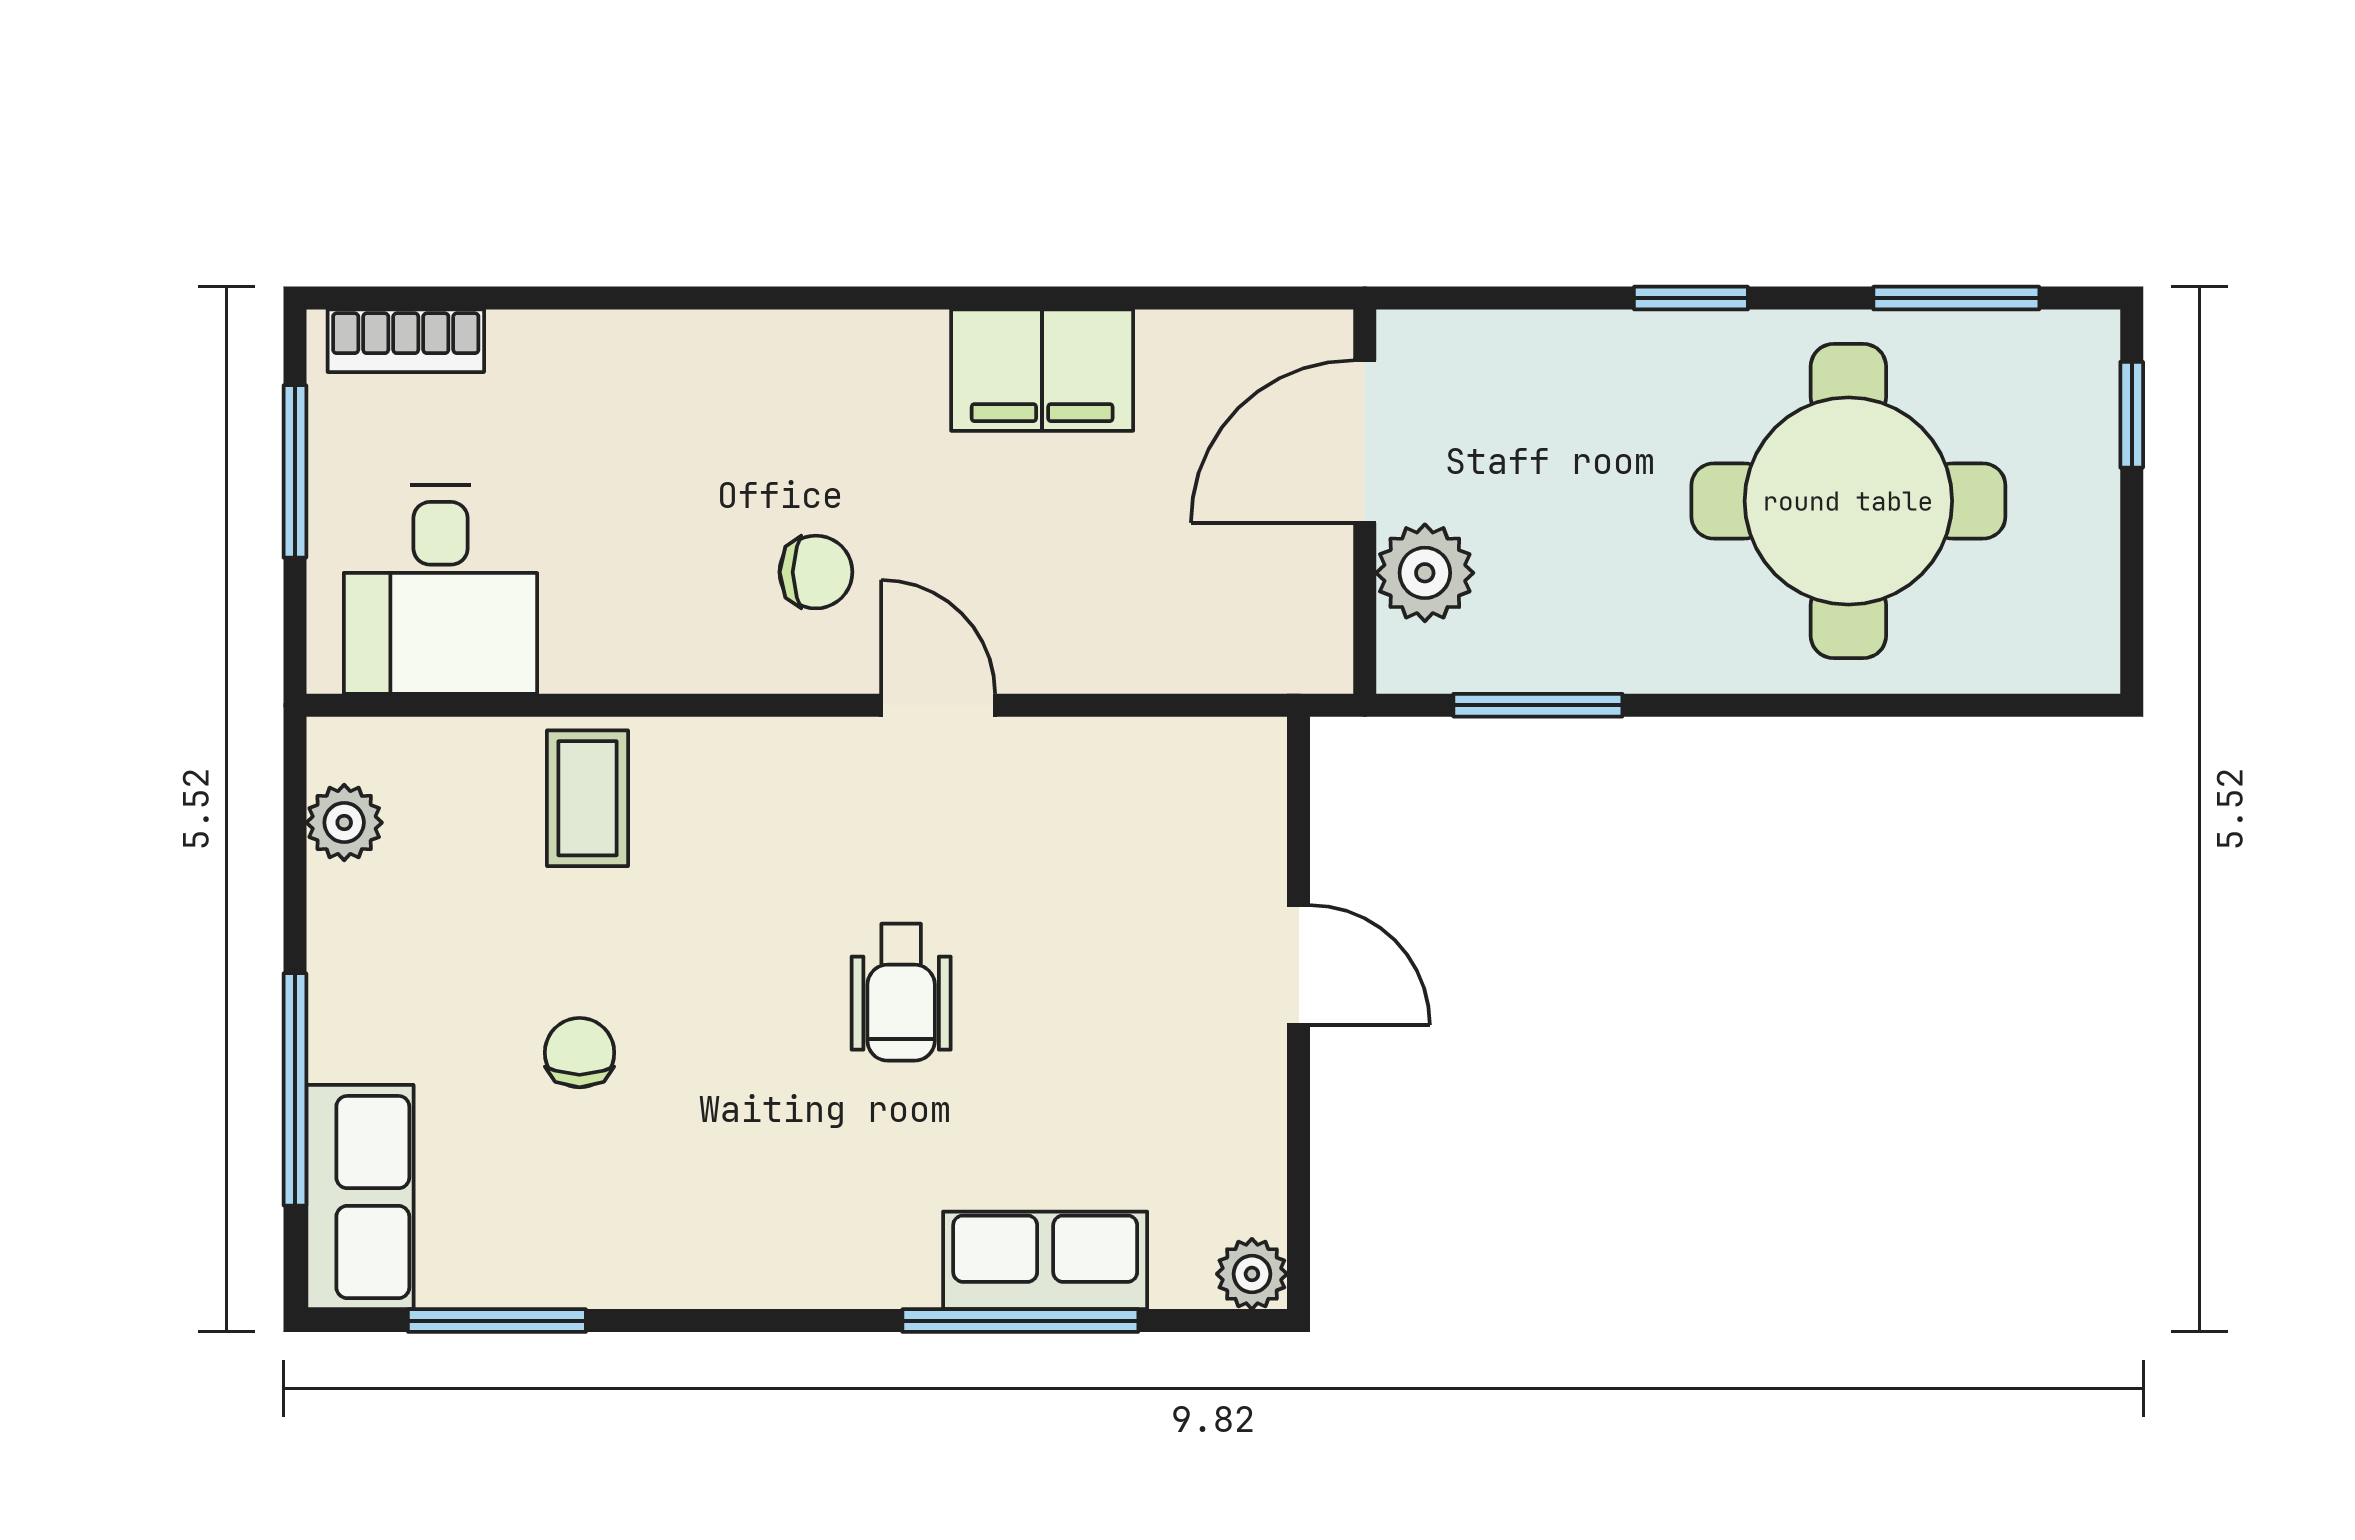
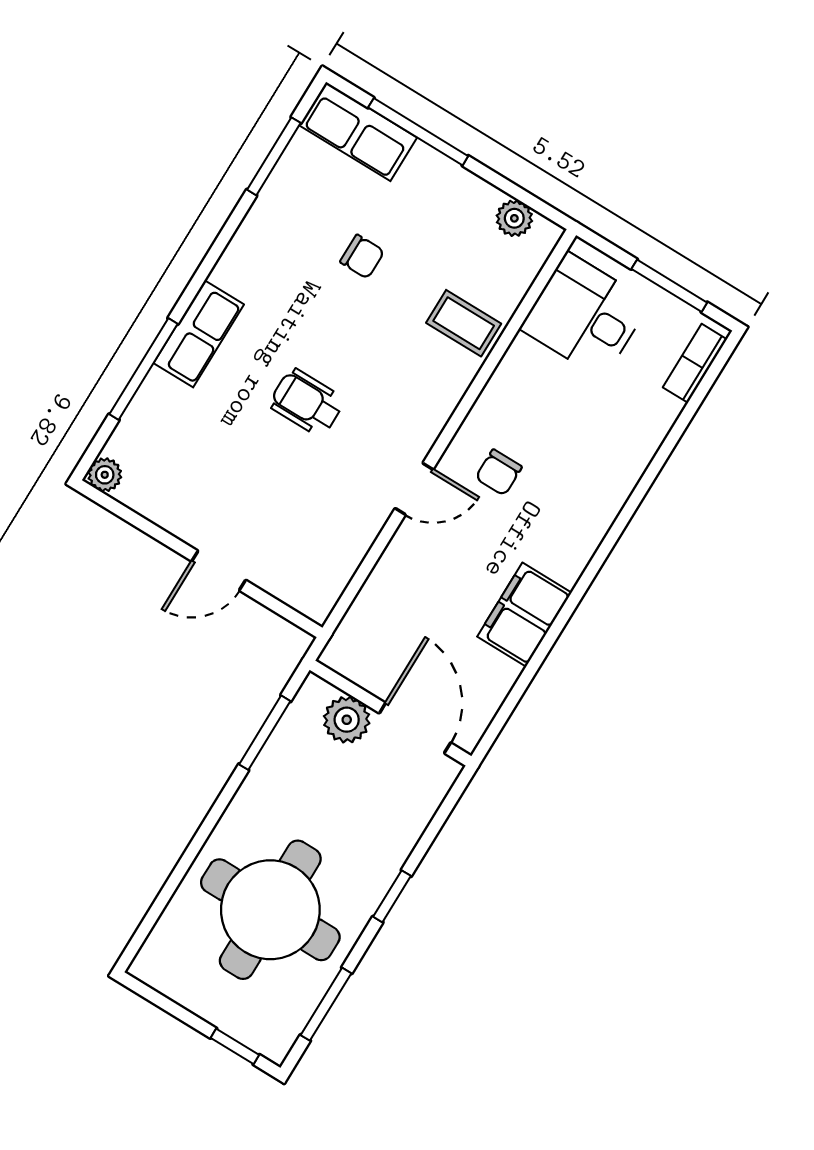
row of seats: (1045, 1260) -> (199, 334), moved

